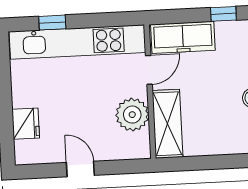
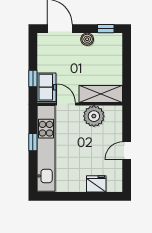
window: (223, 14) -> (33, 79), moved
window: (52, 23) -> (33, 142), moved
freezer: (183, 37) -> (46, 87), width x0.71

